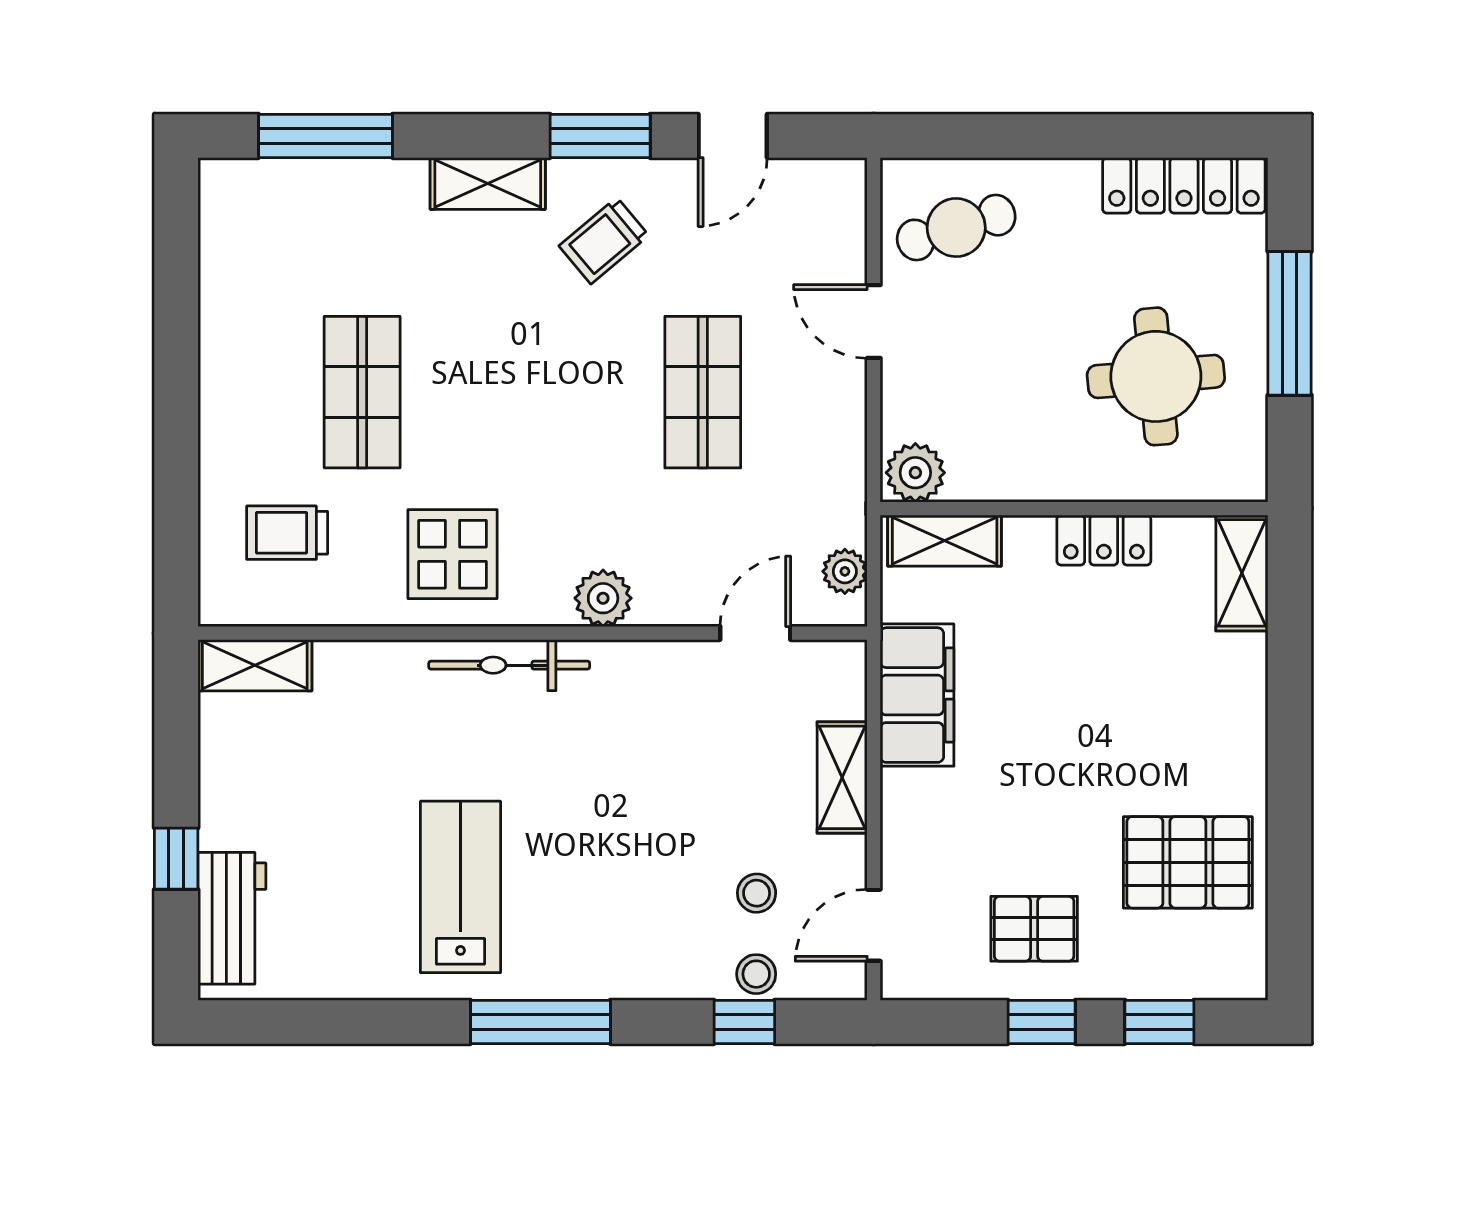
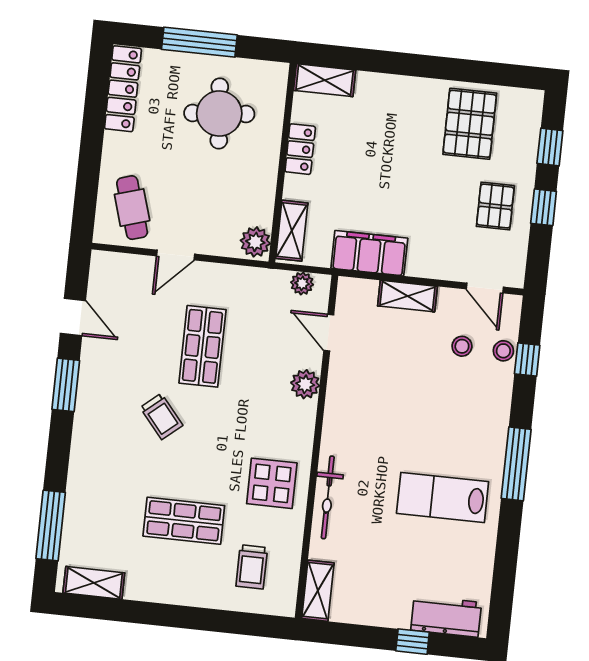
shelving: (488, 183) -> (94, 583), moved, turned 90
trolley: (604, 241) -> (161, 416), moved
shop shelf: (703, 392) -> (202, 346), turned 90
plant: (603, 598) -> (305, 384), moved
bicycle: (509, 665) -> (328, 497), moved

